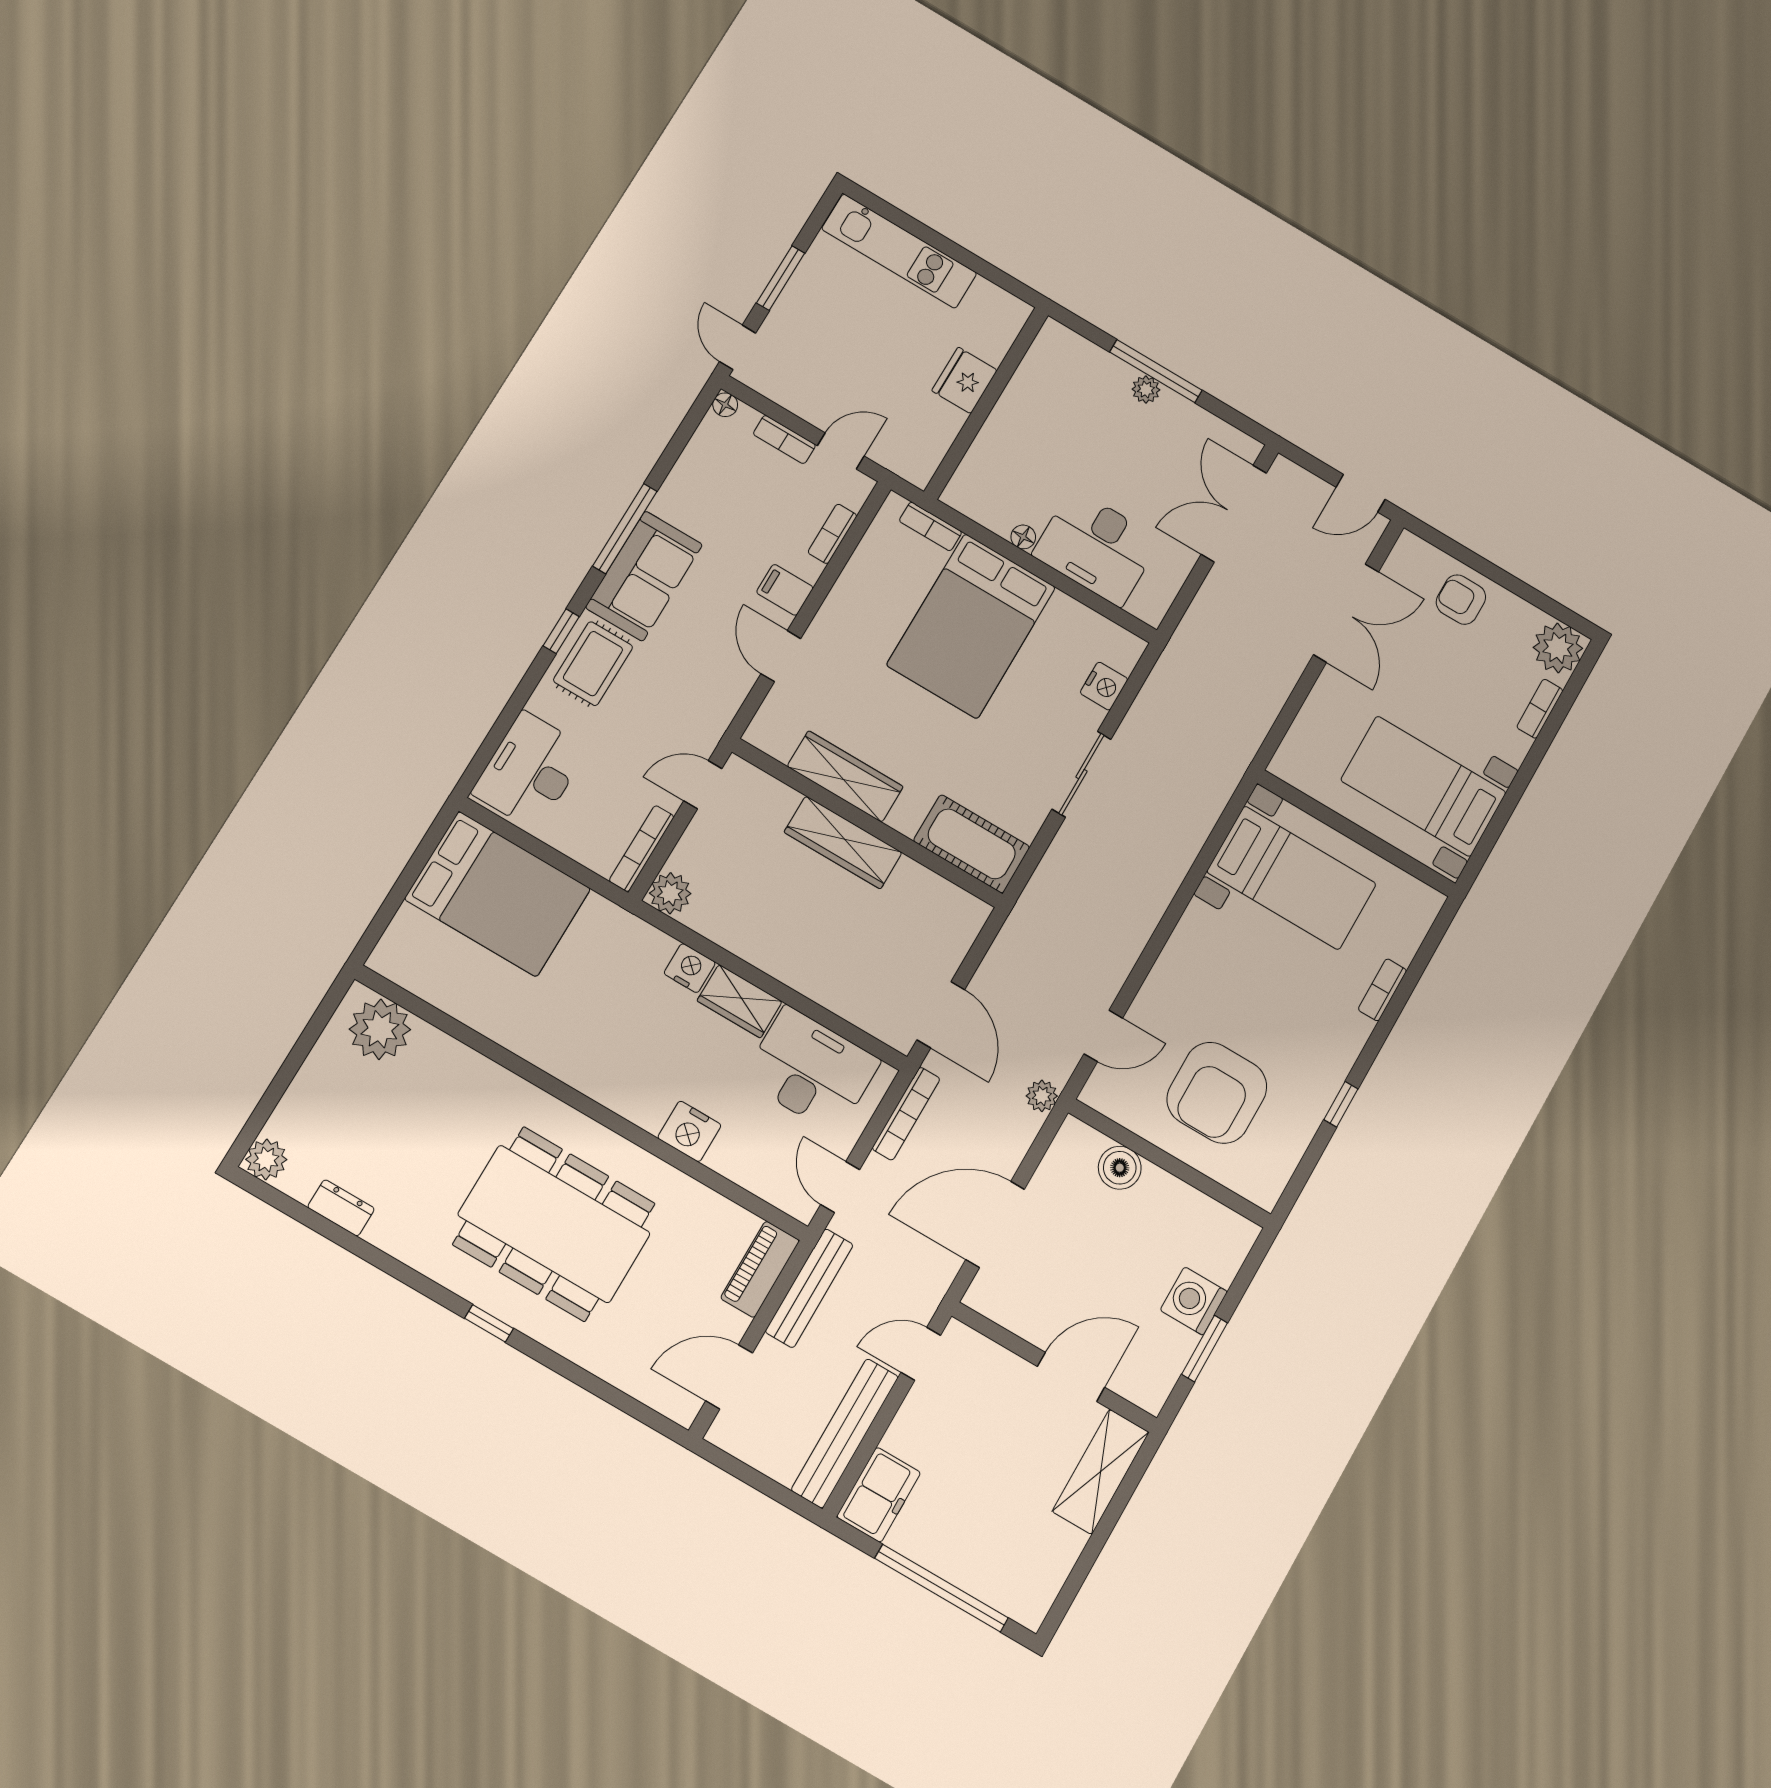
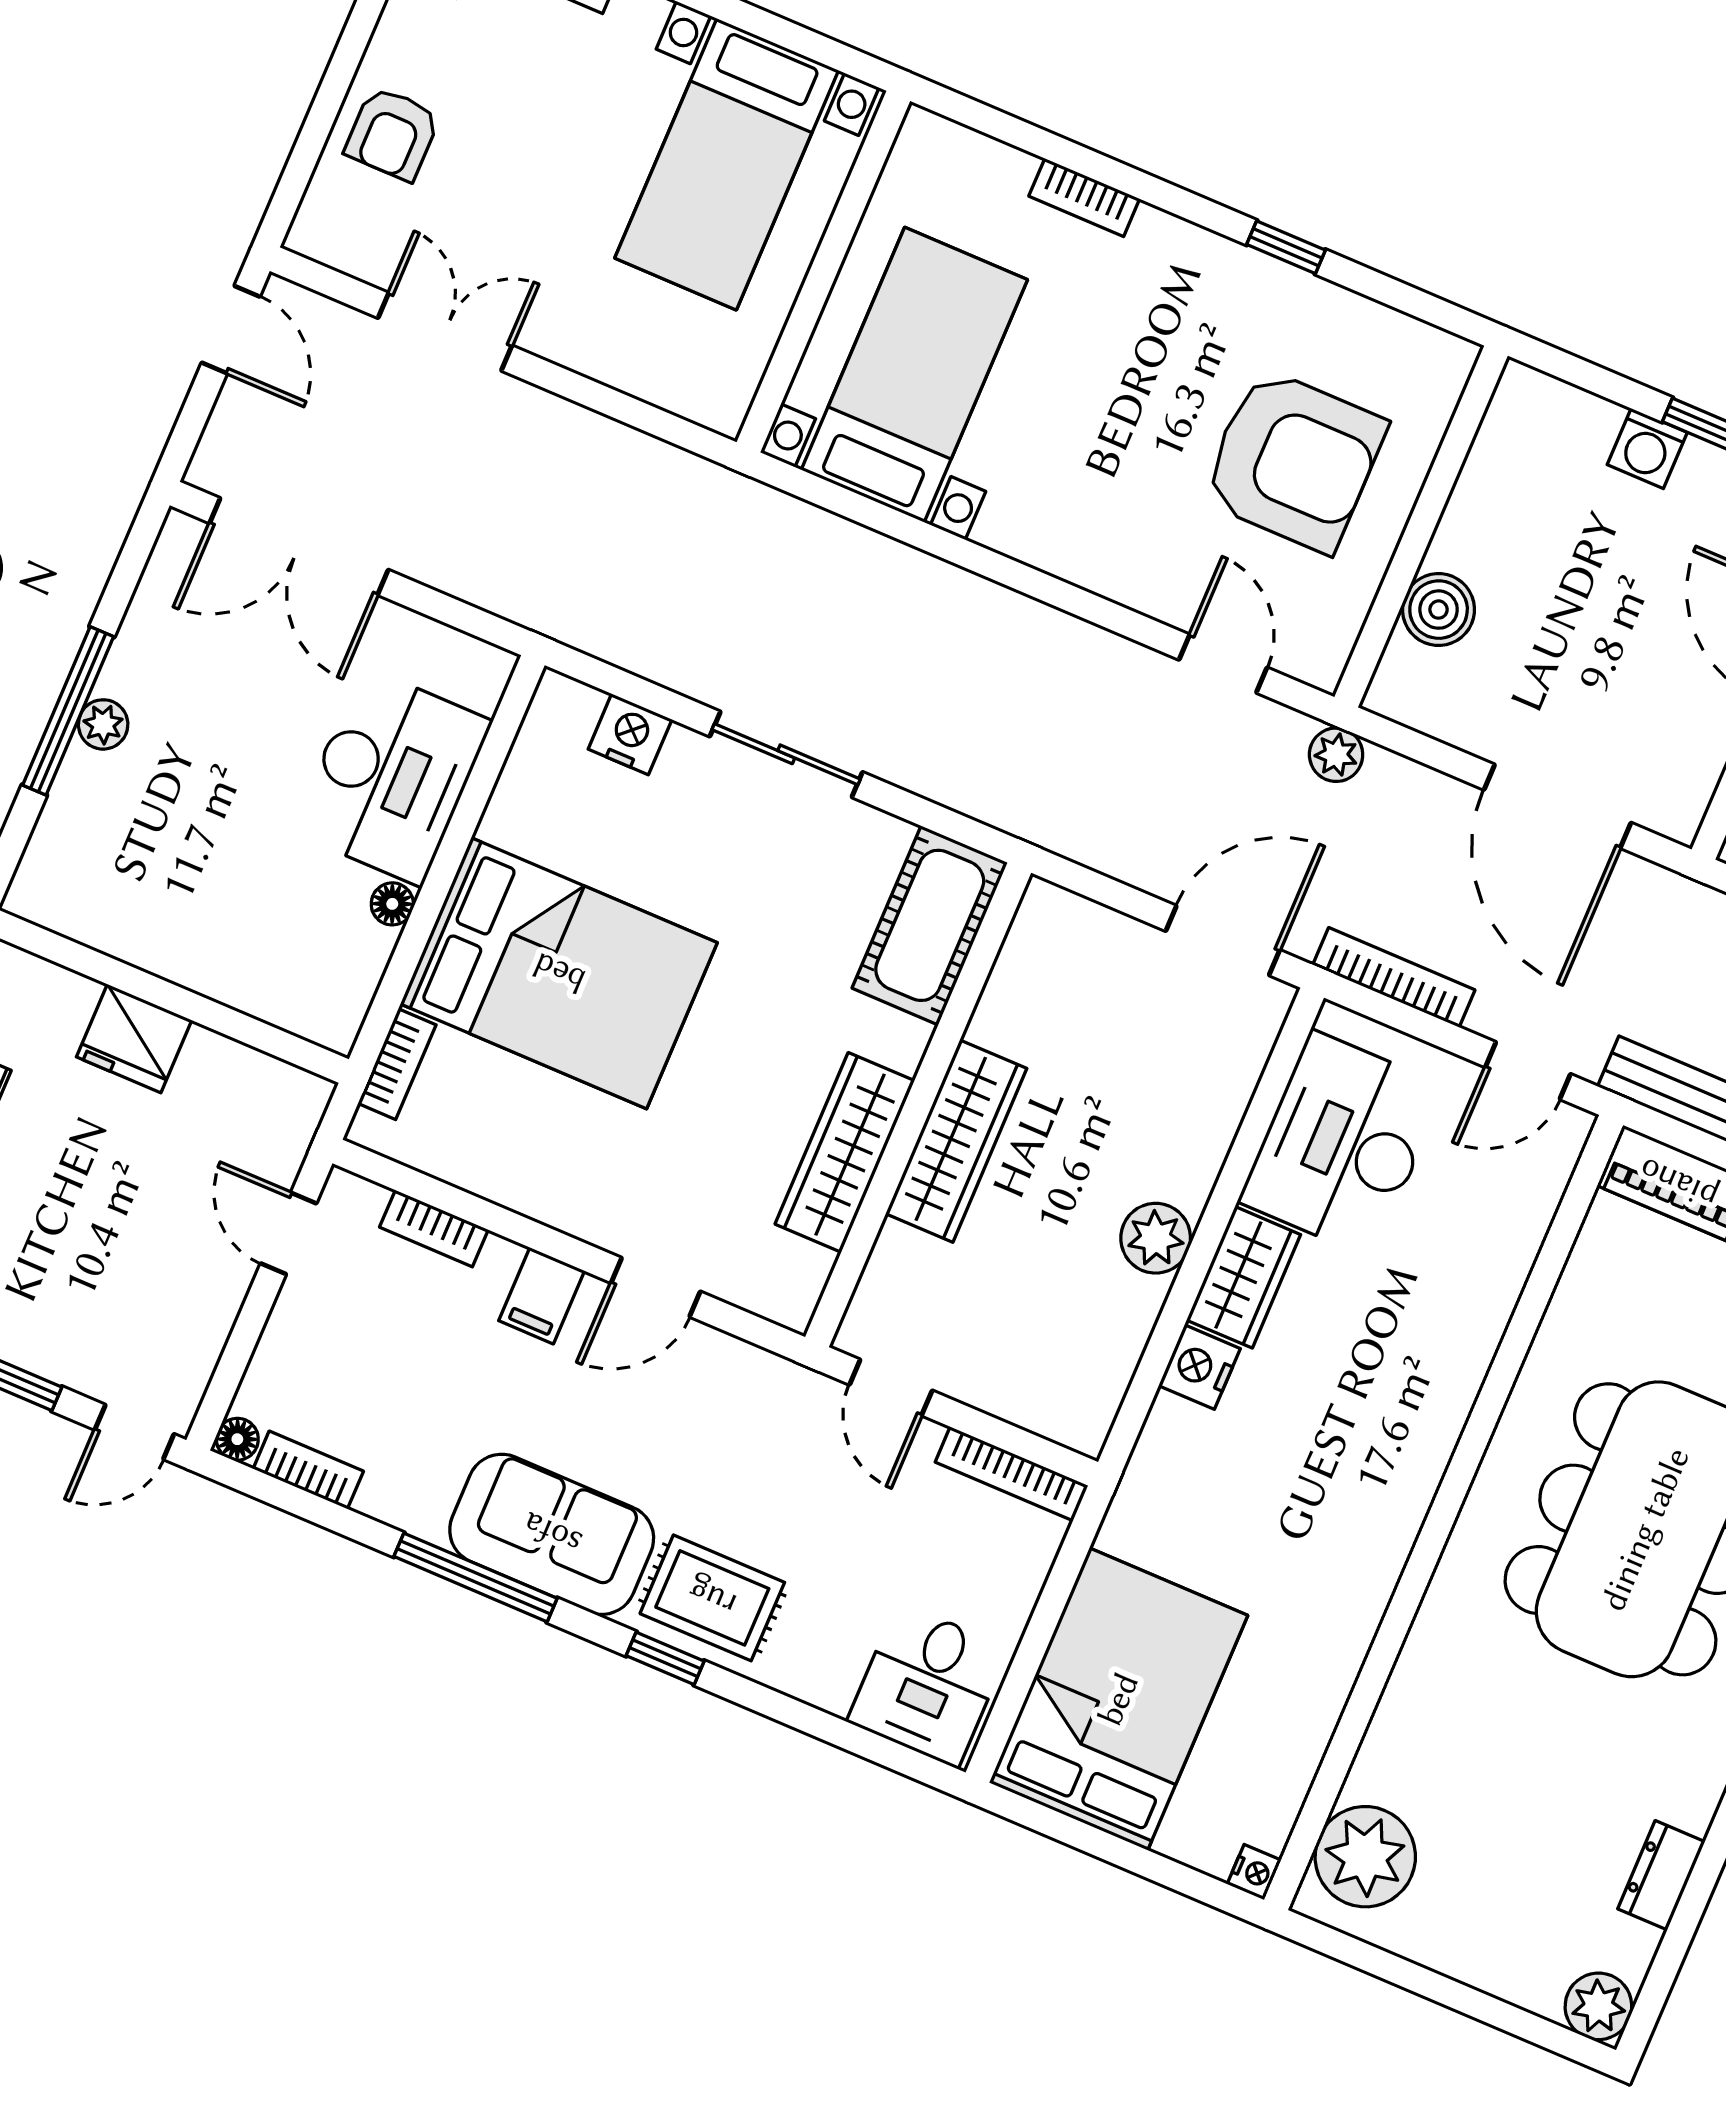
bookcase: (784, 440) -> (308, 1470), moved, turned -90
double door: (1346, 613) -> (445, 332), width x0.73
desk: (530, 771) -> (928, 1685), width x0.73
plant: (670, 893) -> (1156, 1238), moved
nightstand: (689, 1131) -> (1254, 1872), moved, width x0.53, depth x0.56
washing machine: (1194, 1301) -> (1647, 449), width x0.73, depth x0.73

